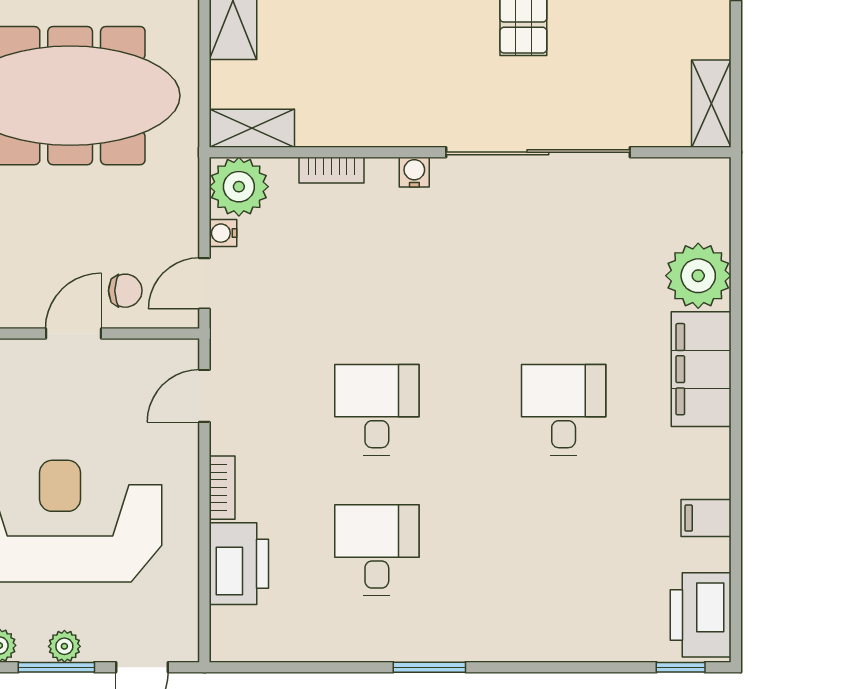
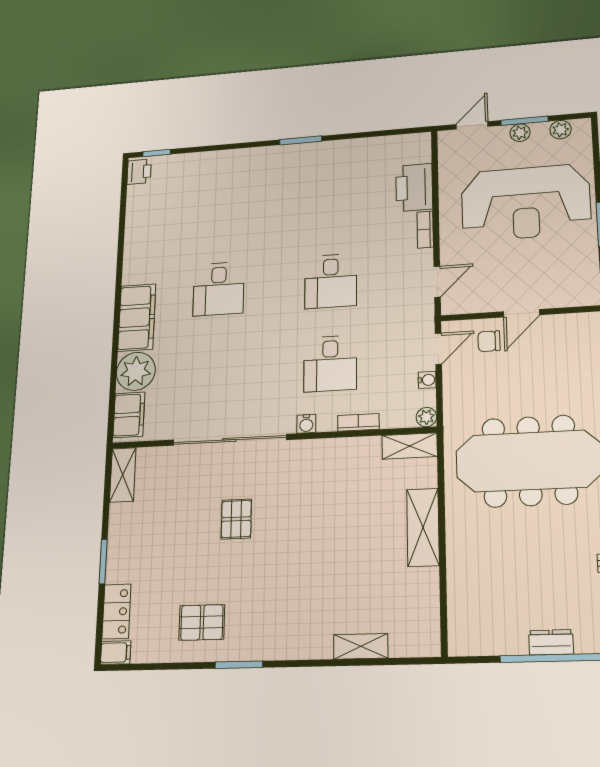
plant: (239, 187) -> (426, 417), width x0.53, depth x0.53
filing cabinet: (706, 518) -> (129, 415), moved, width x2.00
desk: (377, 550) -> (330, 364), moved
printer: (701, 615) -> (139, 172), width x0.53, depth x0.68

